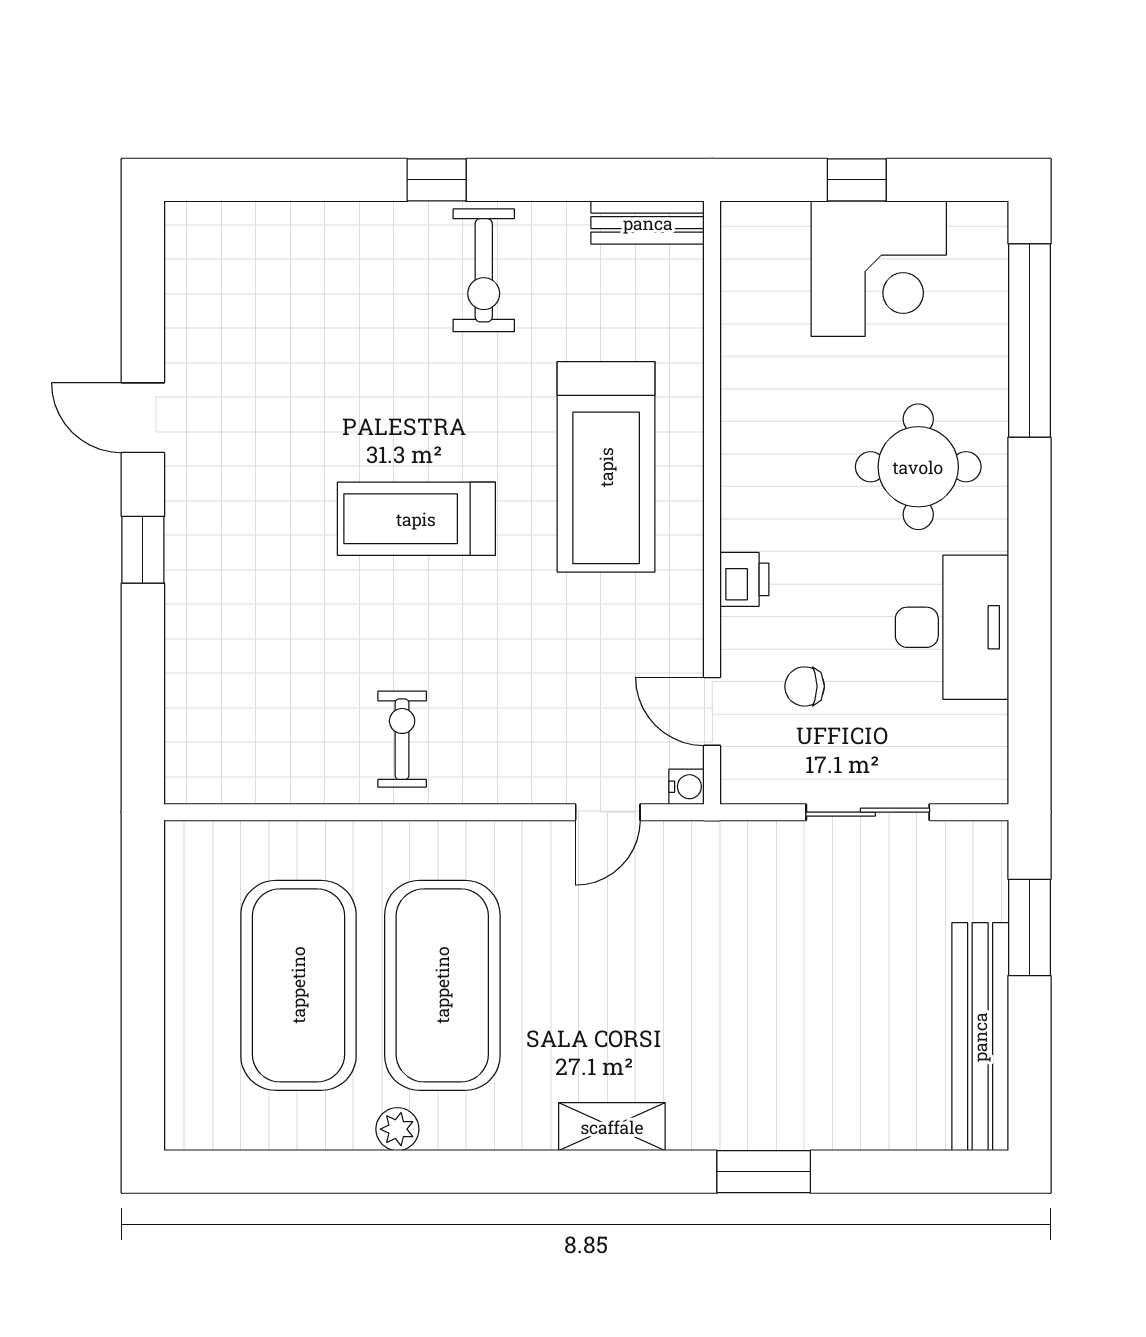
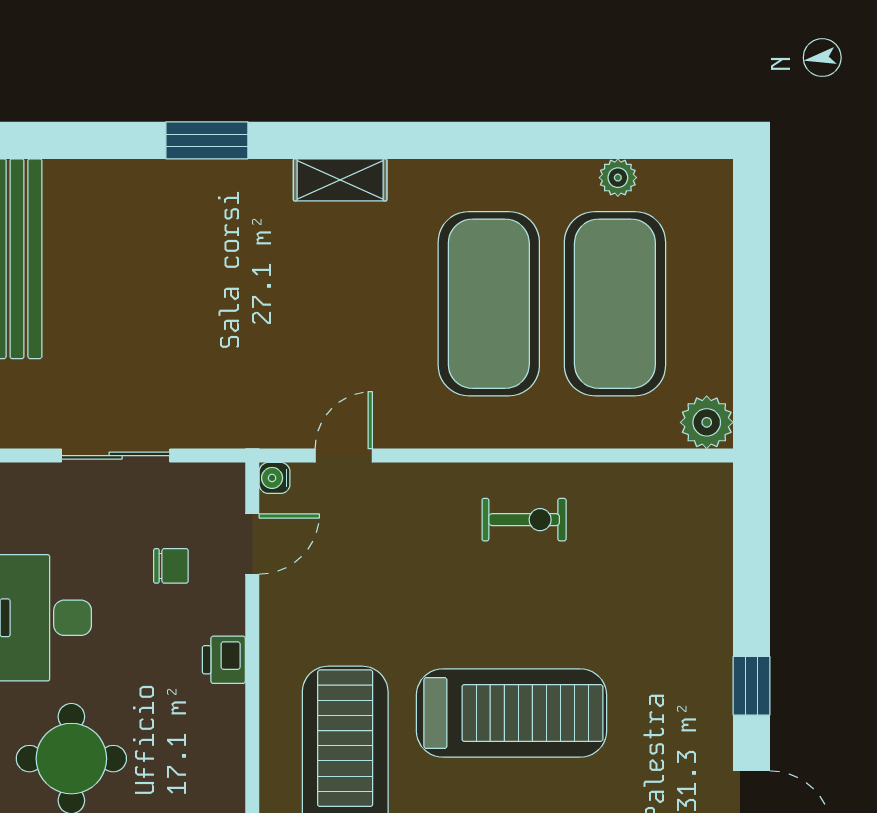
treadmill: (416, 519) -> (512, 713), width x1.37, depth x1.38
door: (712, 711) -> (252, 544), hinge flipped
exercise bike: (402, 739) -> (524, 520), turned -90
plant: (194, 850) -> (707, 422), added
plant: (397, 1129) -> (618, 178), moved

